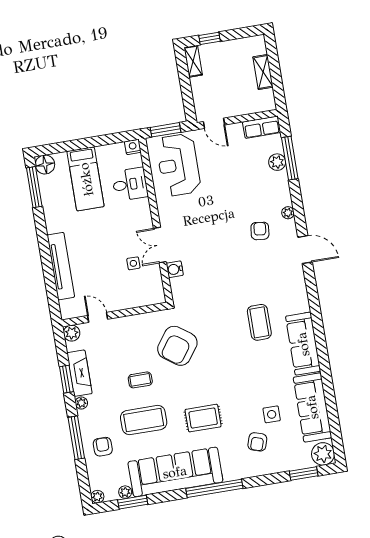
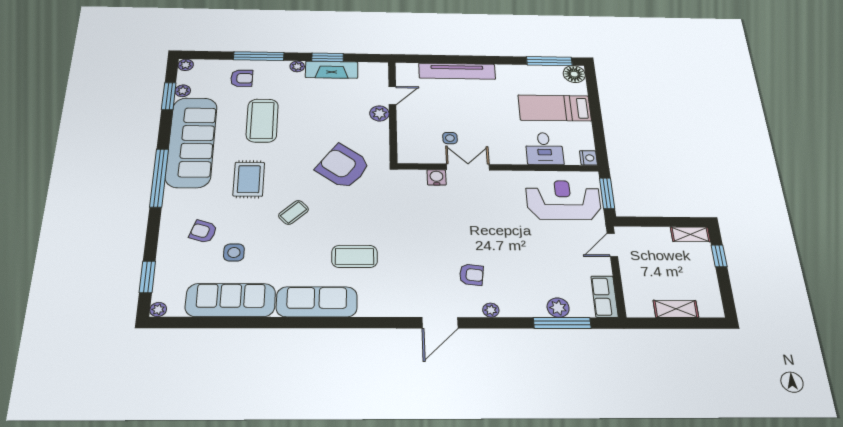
plant: (72, 333) -> (379, 113), moved
coffee table: (140, 380) -> (293, 212), moved, turned 47
plant: (323, 454) -> (158, 309), width x0.53, depth x0.53

